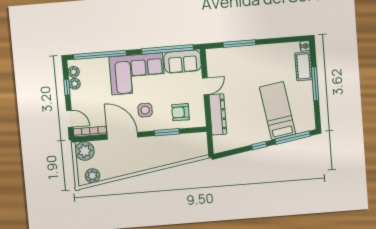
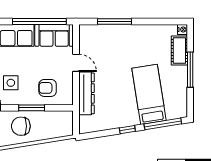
door: (206, 86) -> (76, 63), hinge flipped
chair: (158, 151) -> (21, 126), added

